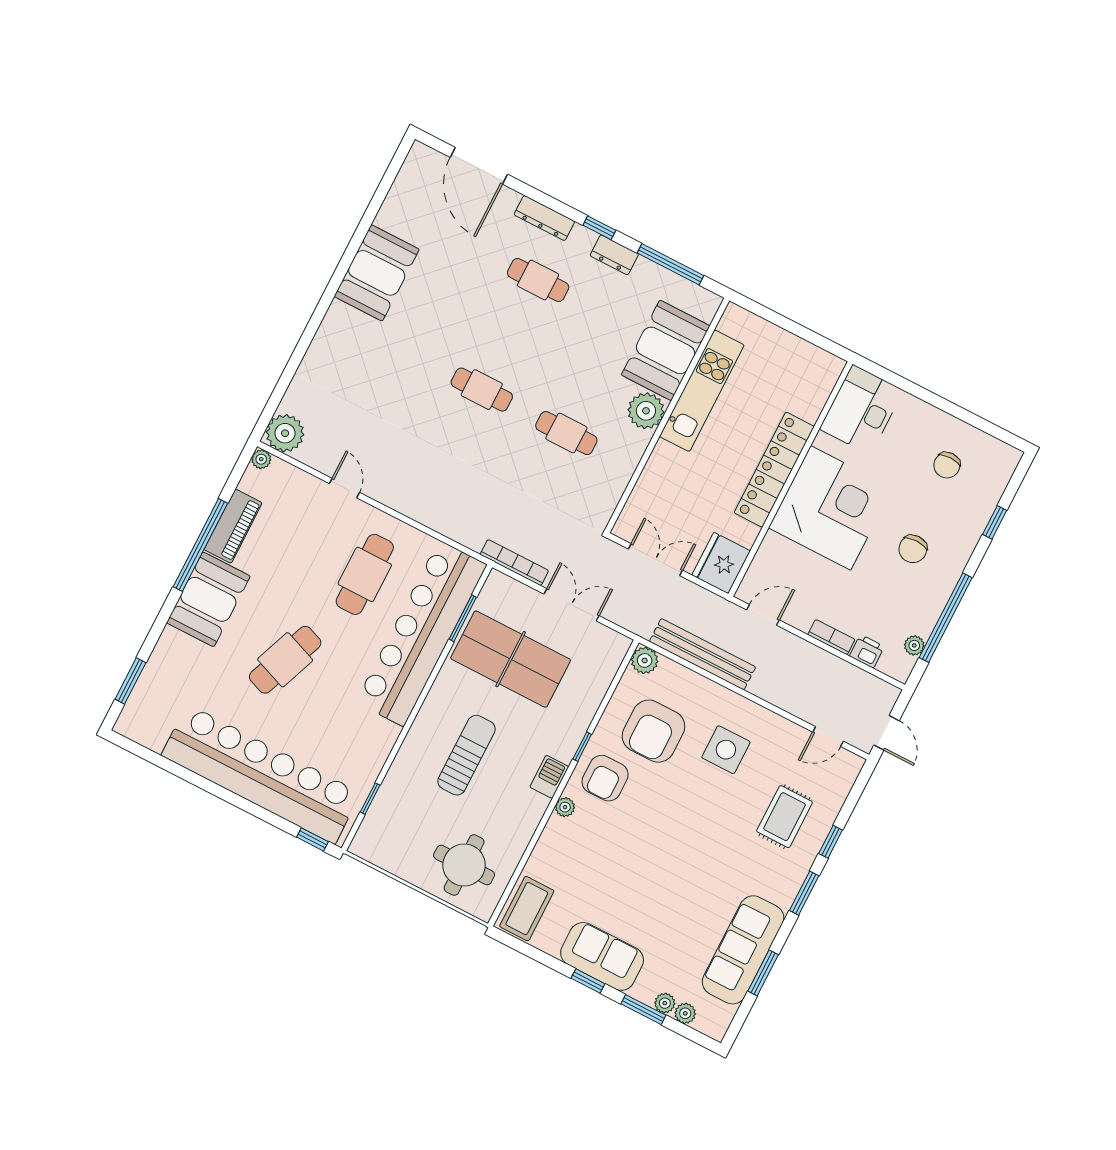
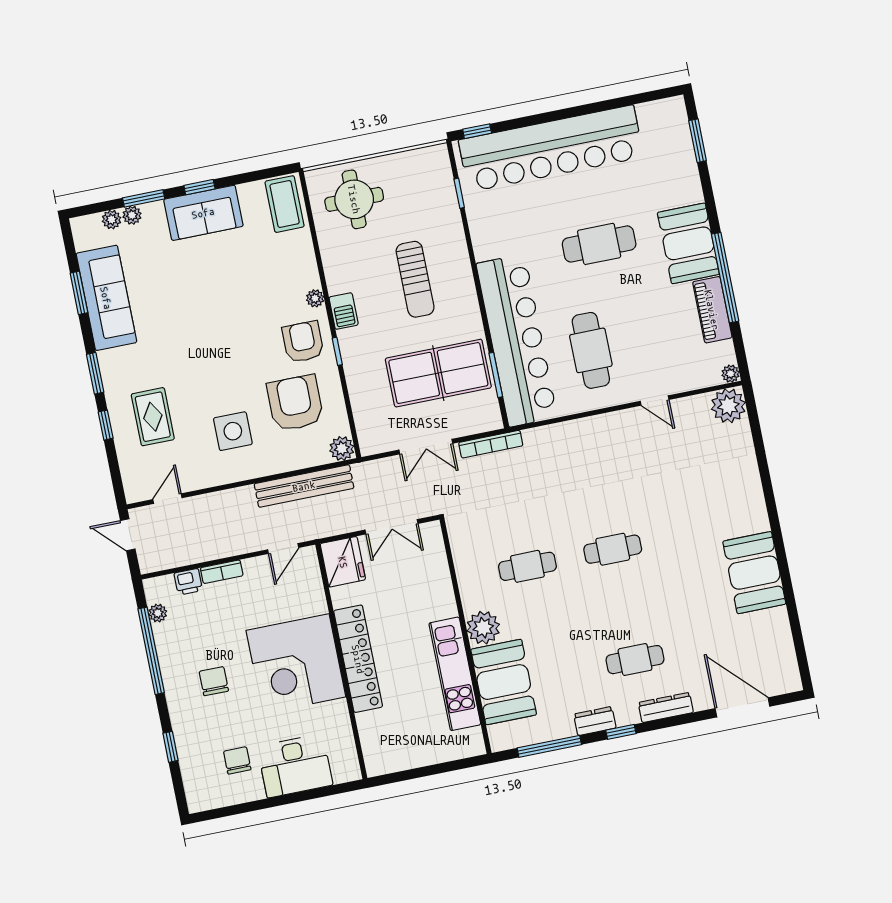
desk: (861, 410) -> (295, 766), moved, turned 90
cafe table: (285, 660) -> (599, 244), turned 69

